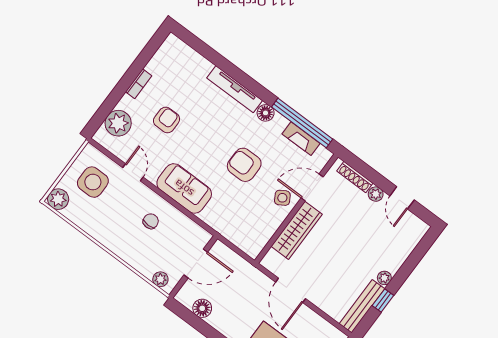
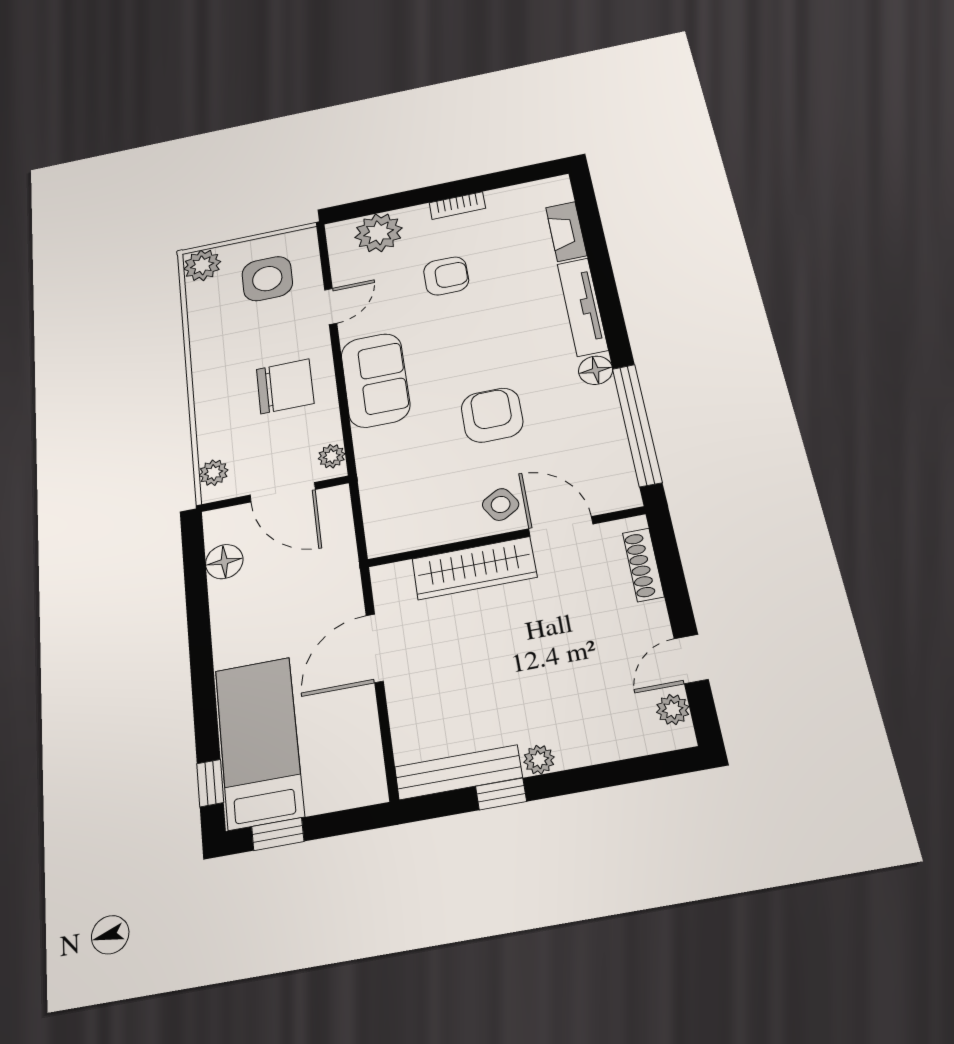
fireplace: (301, 139) -> (566, 232), moved
plant: (376, 194) -> (673, 709), moved
chair: (151, 221) -> (285, 386), width x1.87, depth x1.87
plant: (200, 234) -> (332, 456), added

